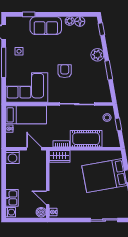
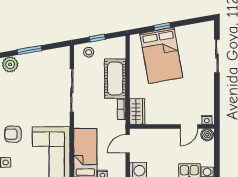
armchair: (65, 71) -> (13, 134), moved

